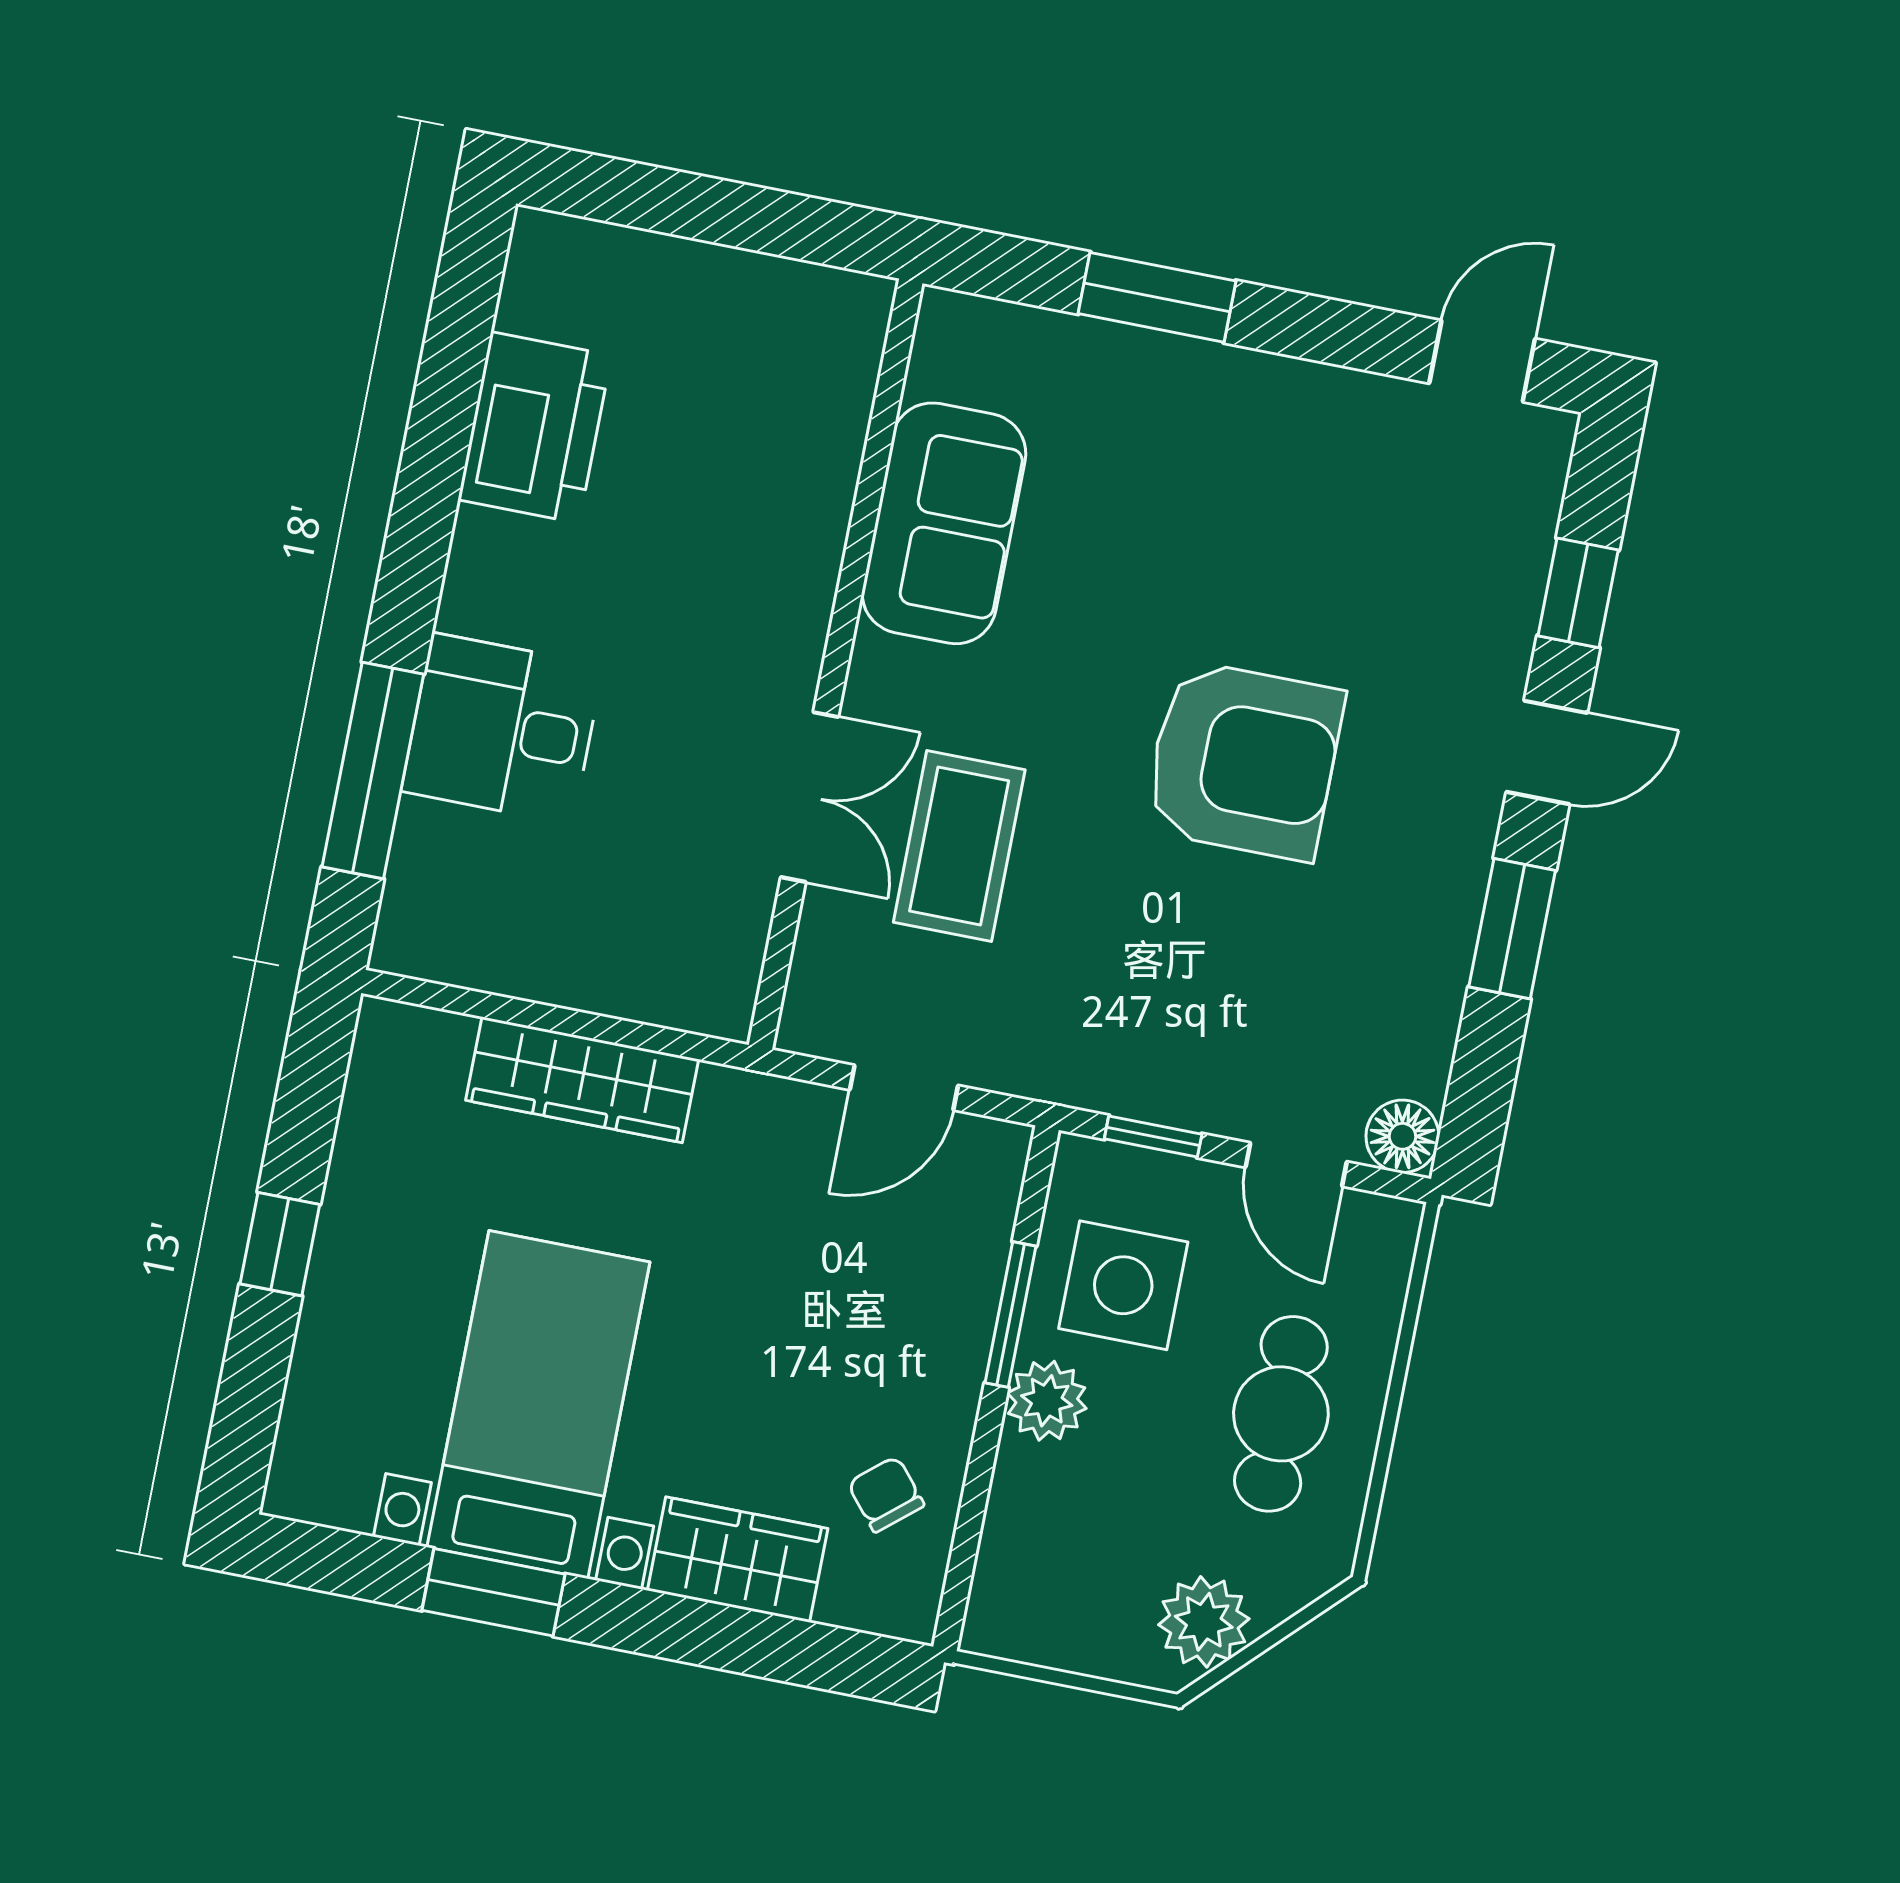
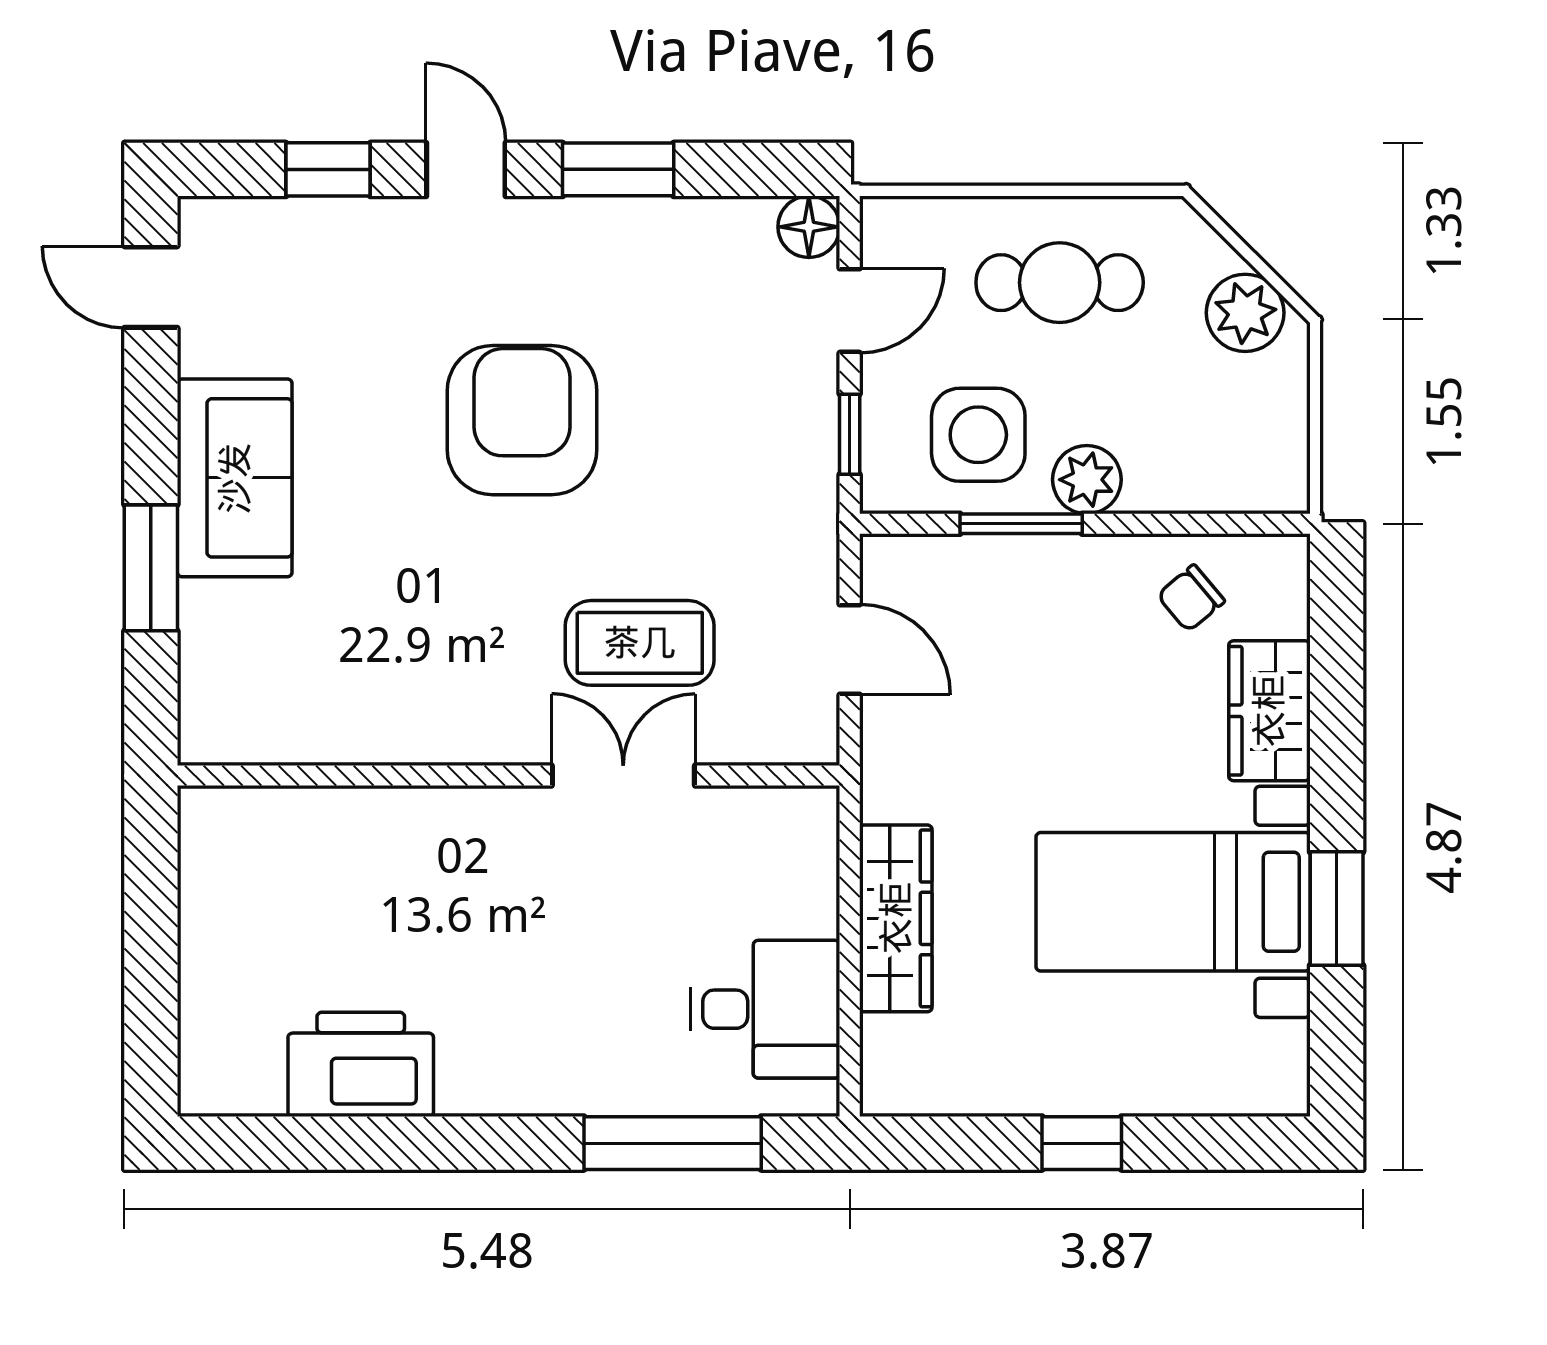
sofa: (944, 523) -> (235, 478), moved, turned 90
desk: (502, 729) -> (765, 1009), moved, turned -90

